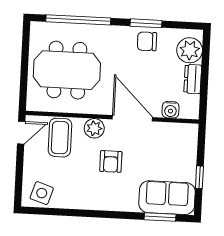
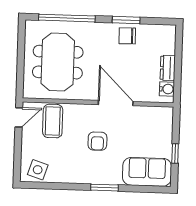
plant: (190, 50) -> (165, 43), removed
meeting table: (67, 70) -> (58, 62), turned 90
water cooler: (171, 110) -> (167, 89), moved, turned -90
plant: (94, 128) -> (82, 112), removed
window: (160, 217) -> (105, 188), moved

